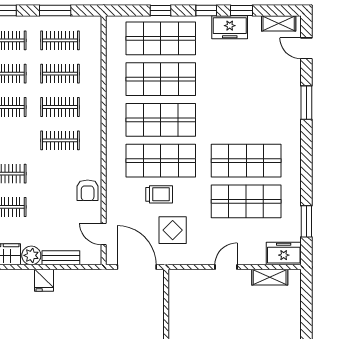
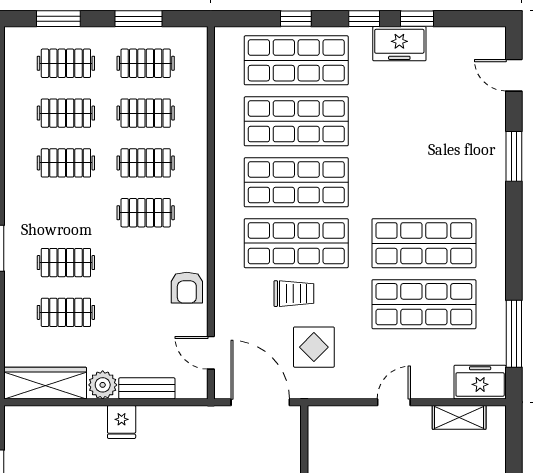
shelving: (279, 23) -> (472, 38), removed
window: (306, 221) -> (514, 334), width x1.44

